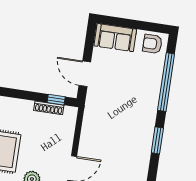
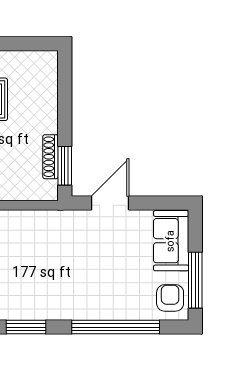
window: (143, 26) -> (195, 280), added
window: (56, 100) -> (65, 166), width x1.50

